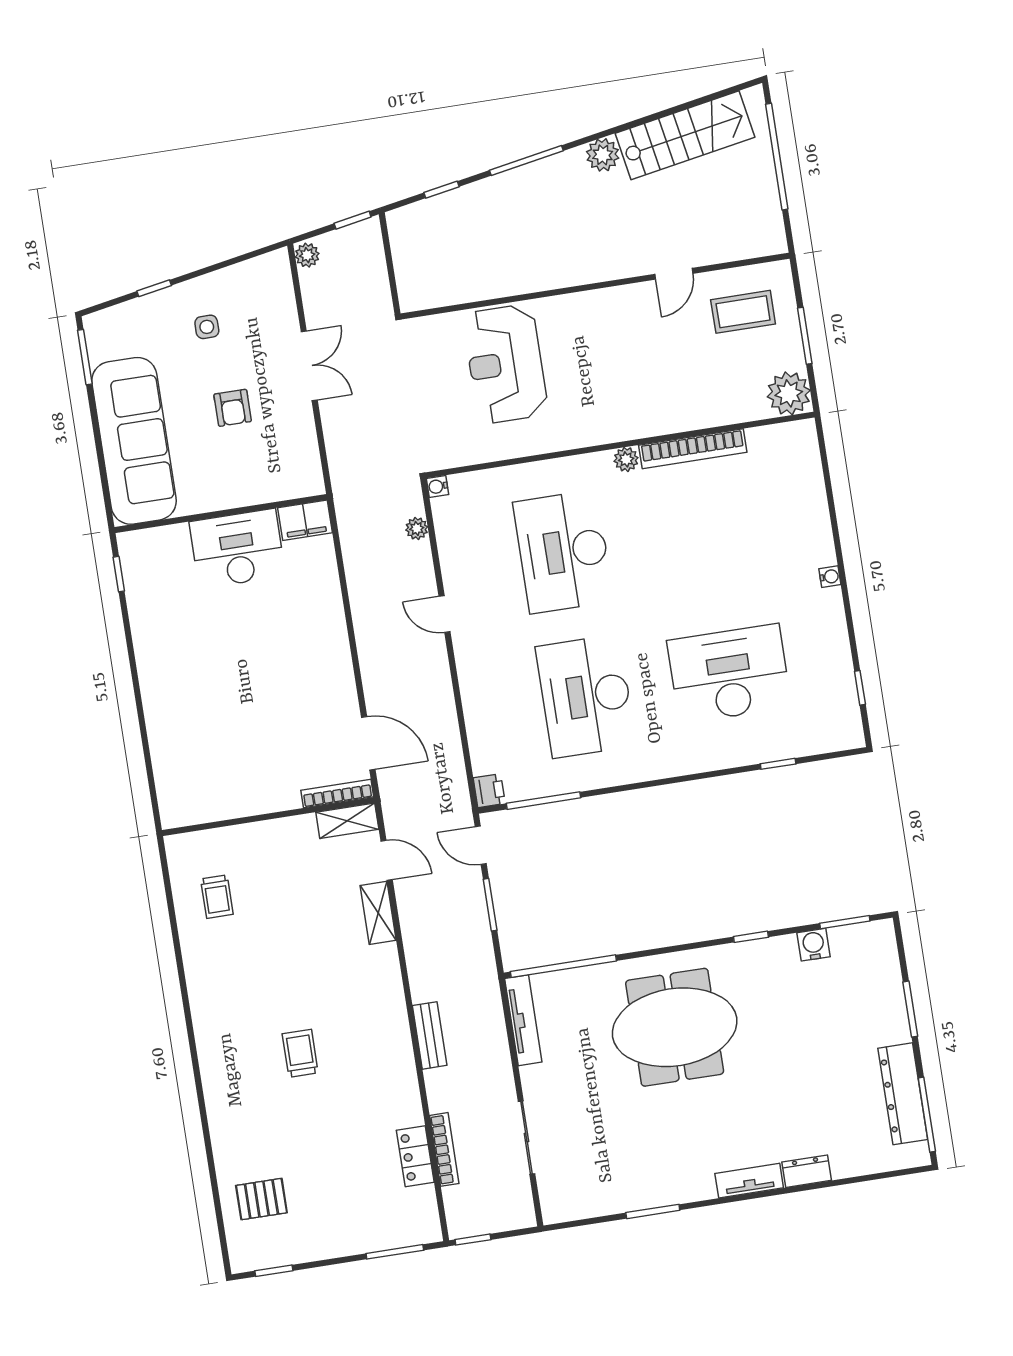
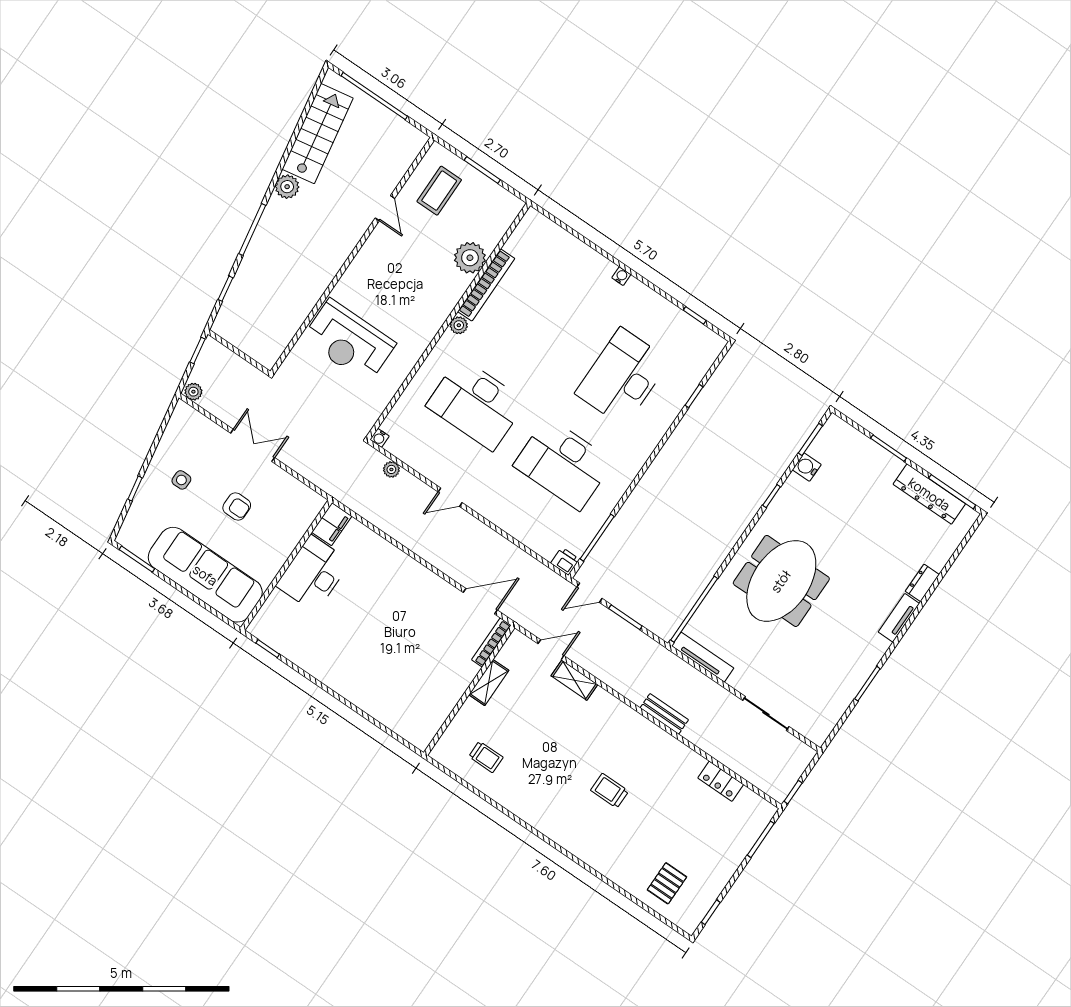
plant: (789, 393) -> (470, 258), moved
shelving: (347, 821) -> (489, 683), moved
bookcase: (444, 1149) -> (731, 763), removed

